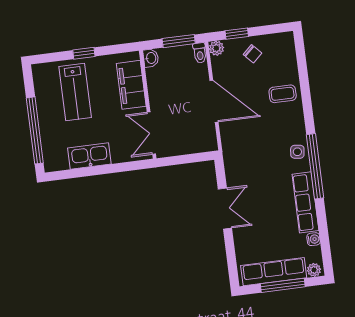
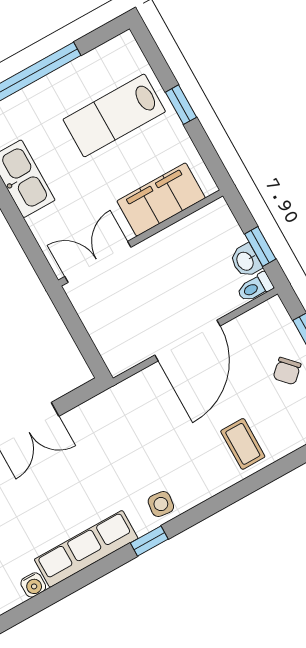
window: (179, 41) -> (260, 247), width x0.67
plant: (216, 48) -> (273, 311), removed
washbasin: (151, 58) -> (246, 261), moved, turned 90
window: (315, 166) -> (149, 541), width x0.32

